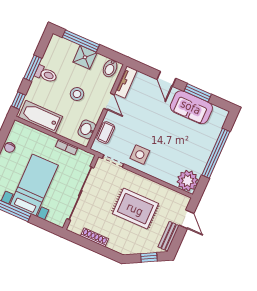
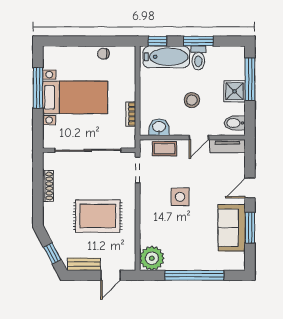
bathtub: (41, 117) -> (166, 57), moved, turned 90
side table: (140, 155) -> (180, 197), moved
rug: (135, 209) -> (98, 216), turned 90

